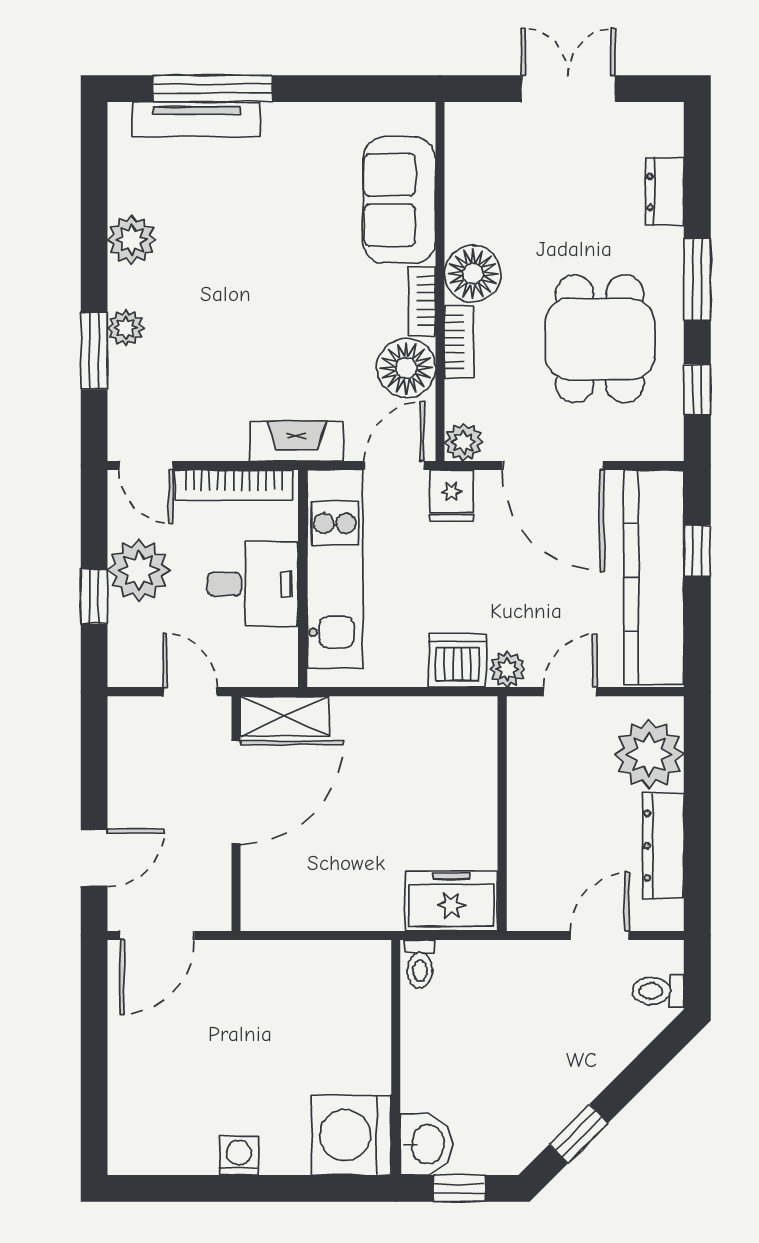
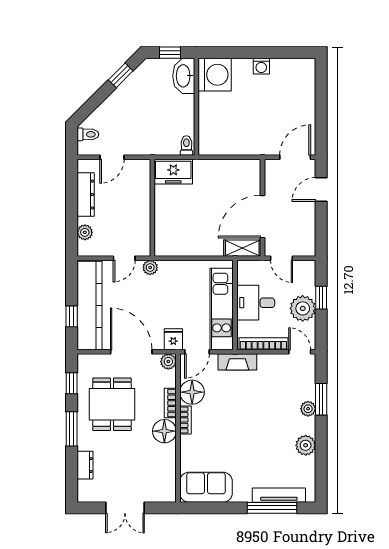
sofa: (399, 200) -> (206, 487), moved, turned -90
dishwasher: (457, 661) -> (171, 271), removed
plant: (649, 754) -> (85, 232), width x0.53, depth x0.53
washbasin: (426, 1144) -> (184, 76), width x1.38

